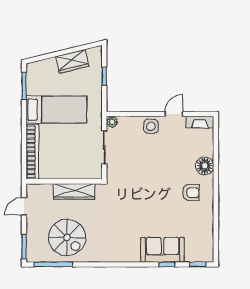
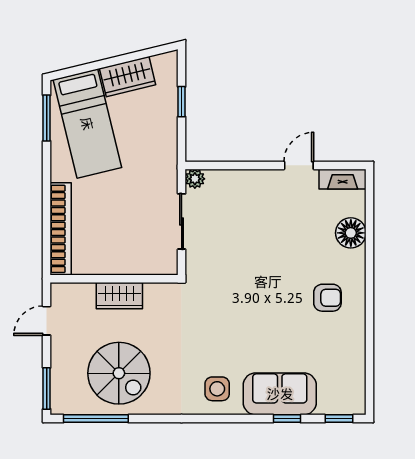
bed: (56, 110) -> (87, 124), moved, turned 76
side table: (151, 126) -> (217, 389), moved
floor lamp: (205, 166) -> (351, 233), moved
wardrobe: (74, 191) -> (119, 296), width x0.67

